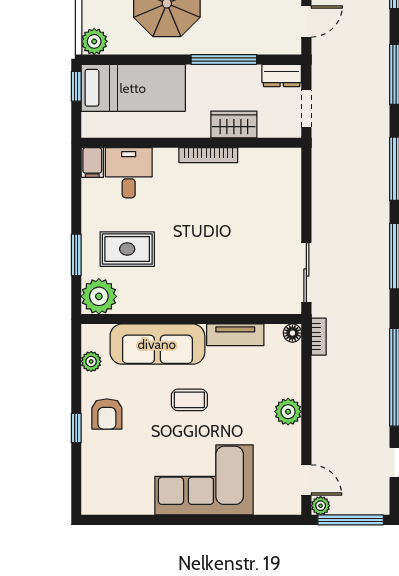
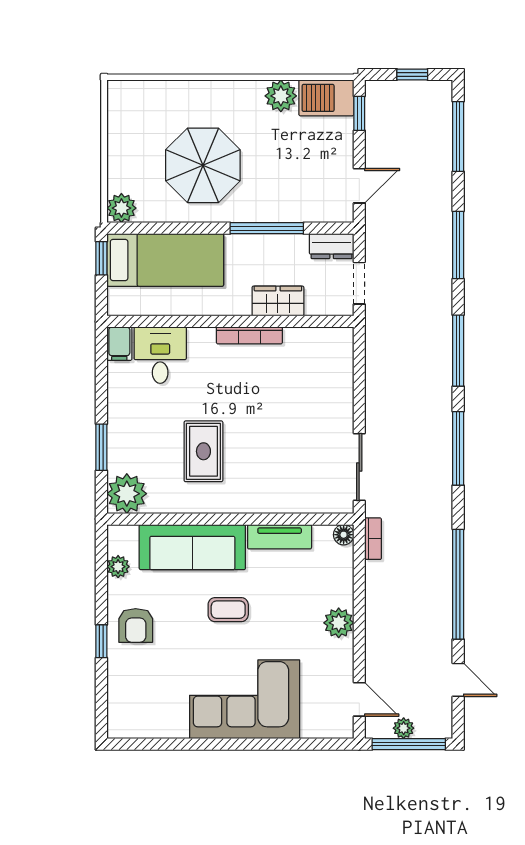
rug: (127, 249) -> (203, 451), moved, turned 90
plant: (321, 506) -> (404, 728), moved

